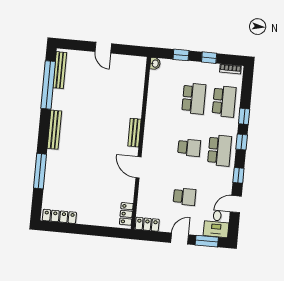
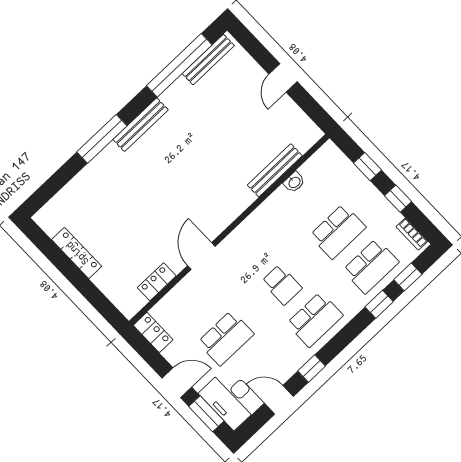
washbasin: (155, 64) -> (294, 182), moved
bench: (134, 133) -> (275, 170), moved, width x1.36
window: (242, 142) -> (408, 277), moved
window: (40, 171) -> (102, 139), moved
school desk: (184, 197) -> (226, 338), width x1.85
locker: (126, 214) -> (157, 282), moved
locker: (59, 216) -> (77, 253), moved
desk: (216, 224) -> (231, 398), width x1.37

